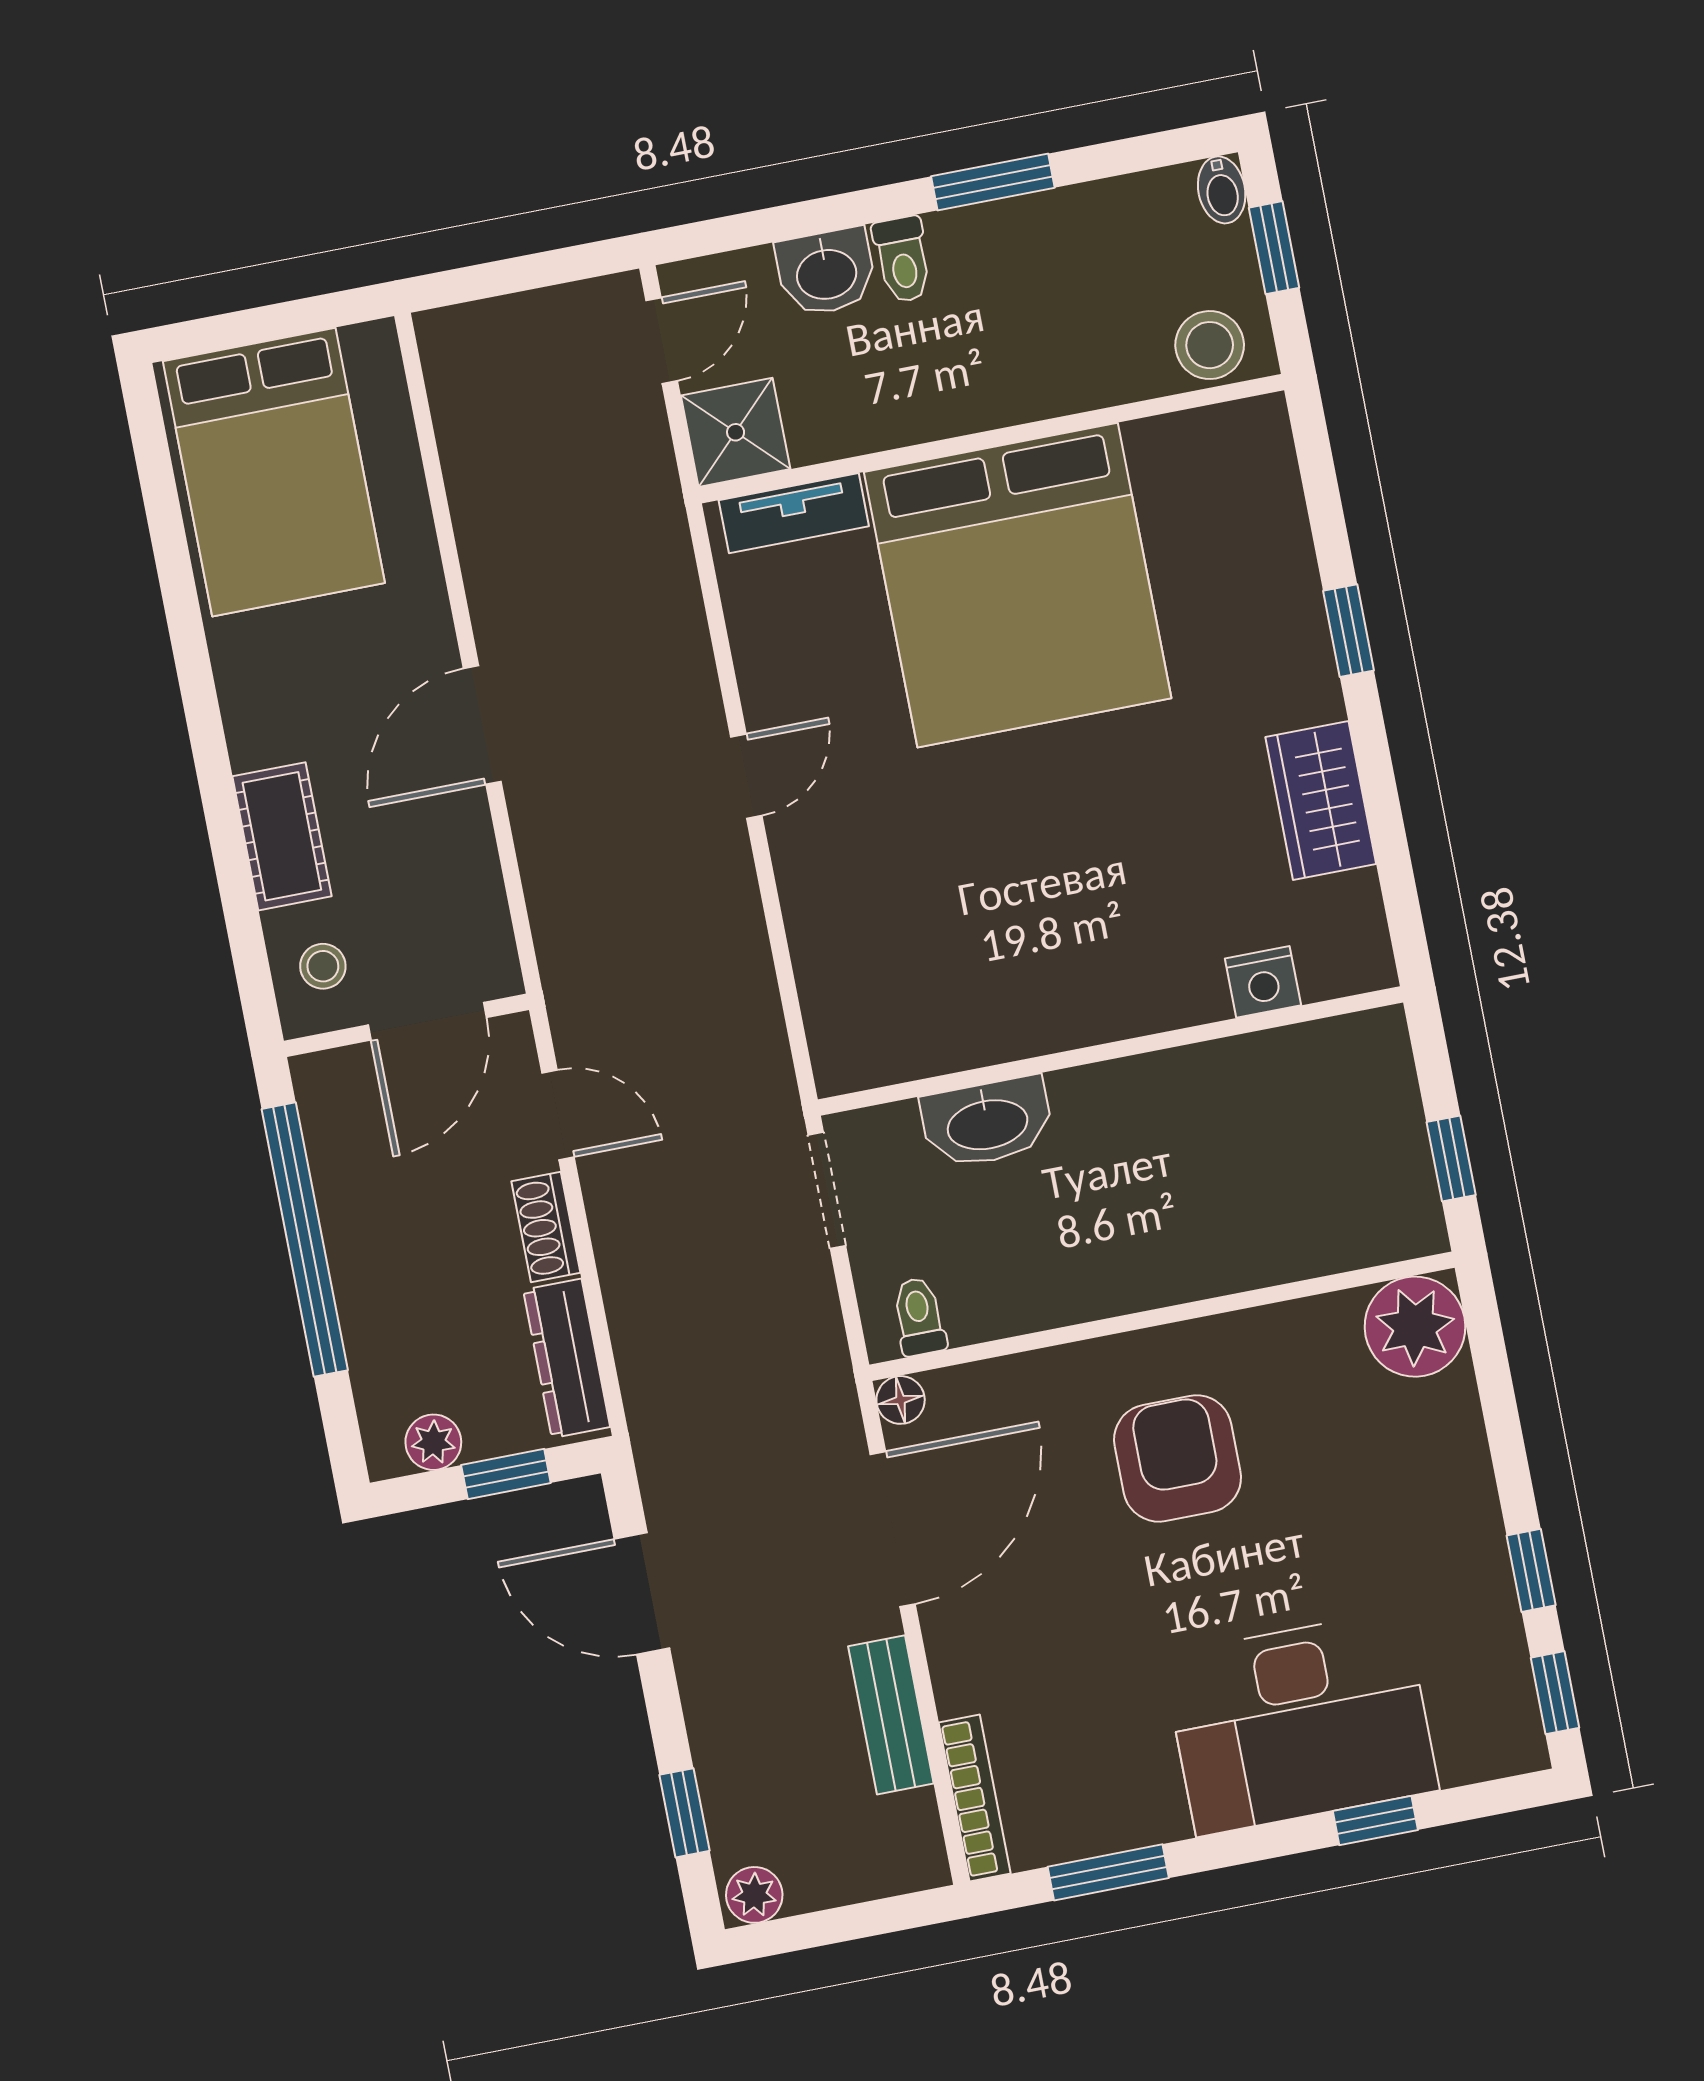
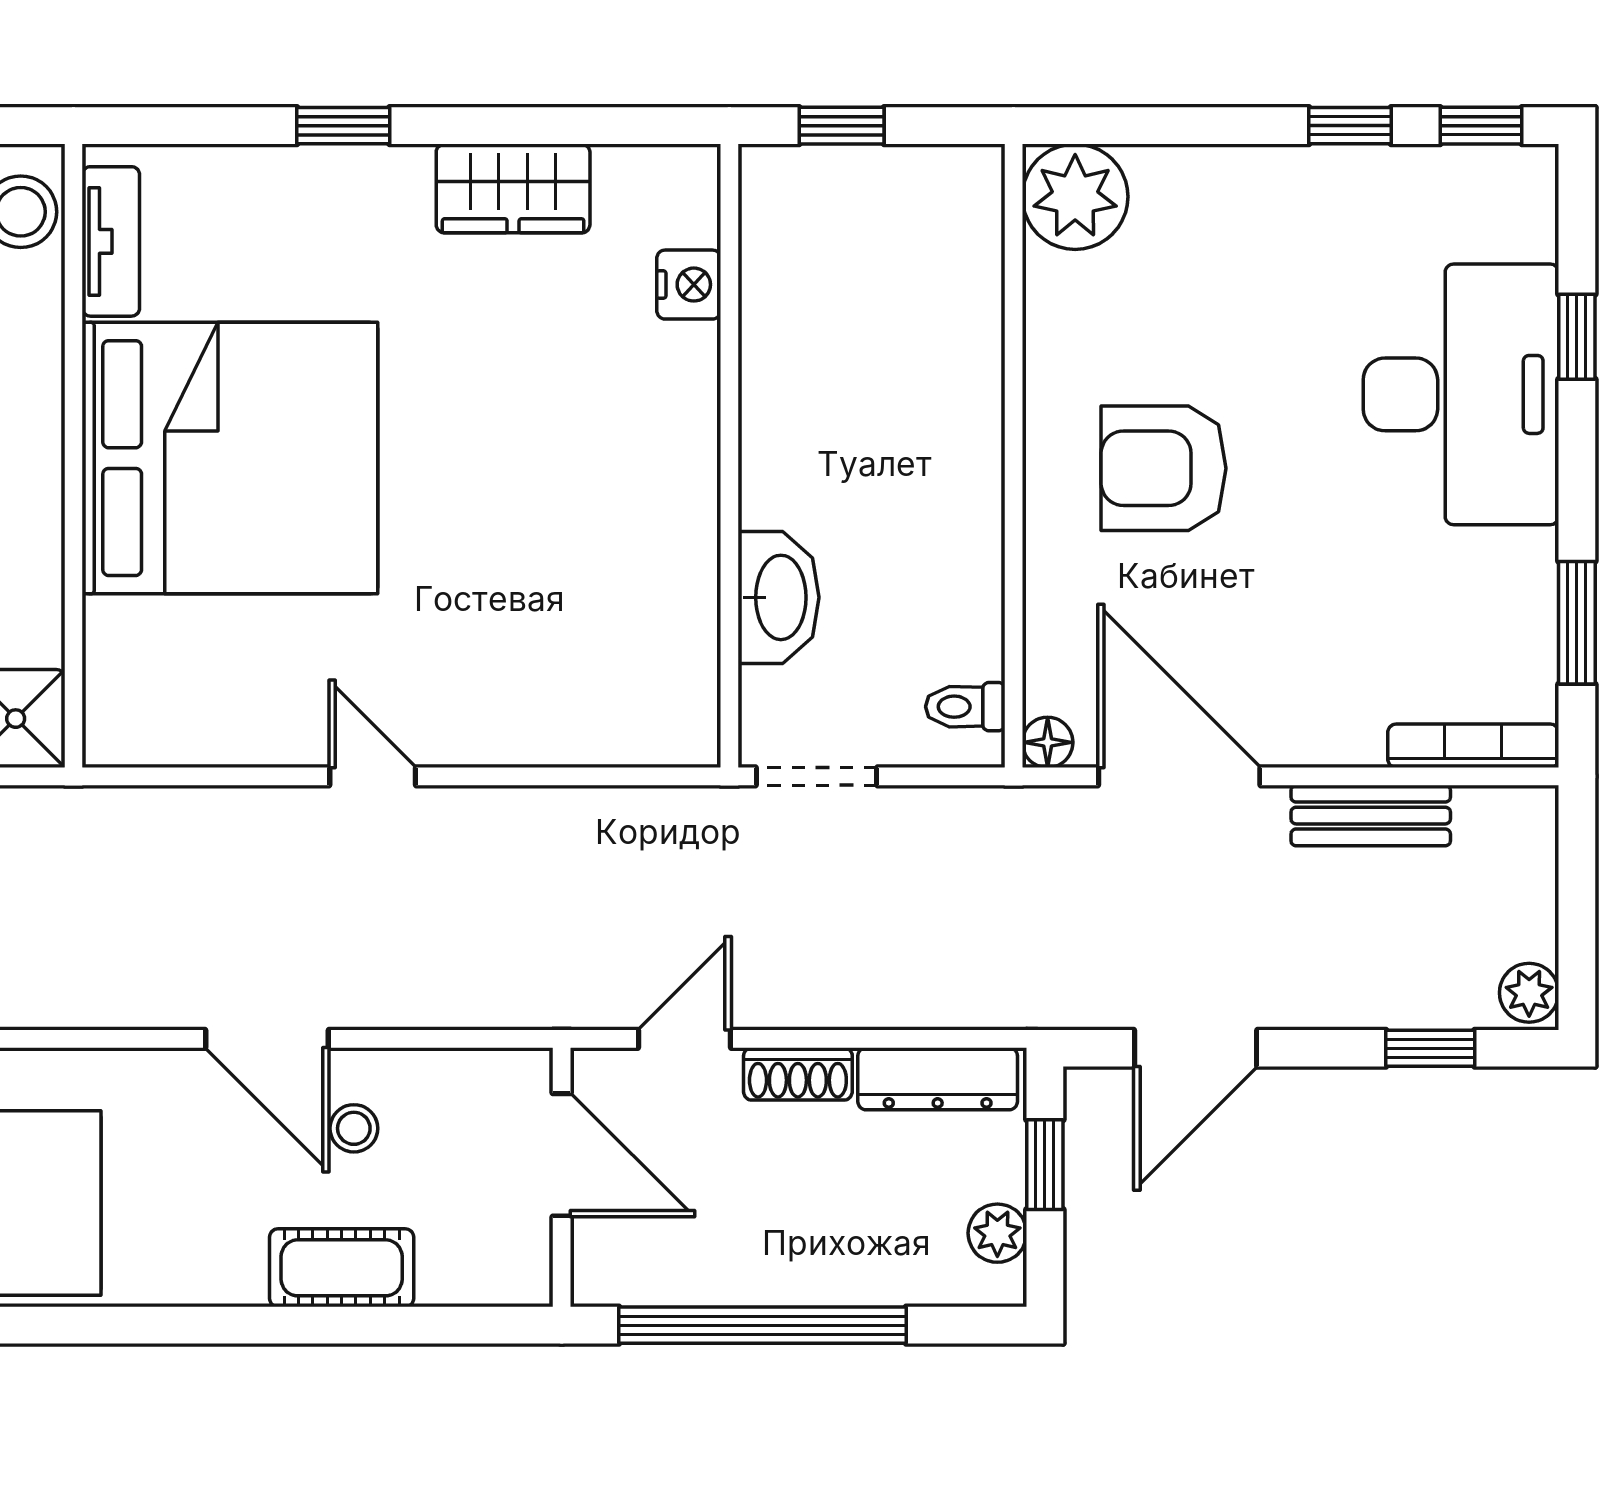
tv unit: (794, 513) -> (111, 241), moved
stool: (323, 966) -> (354, 1128), moved
window: (1451, 1158) -> (842, 126), moved

